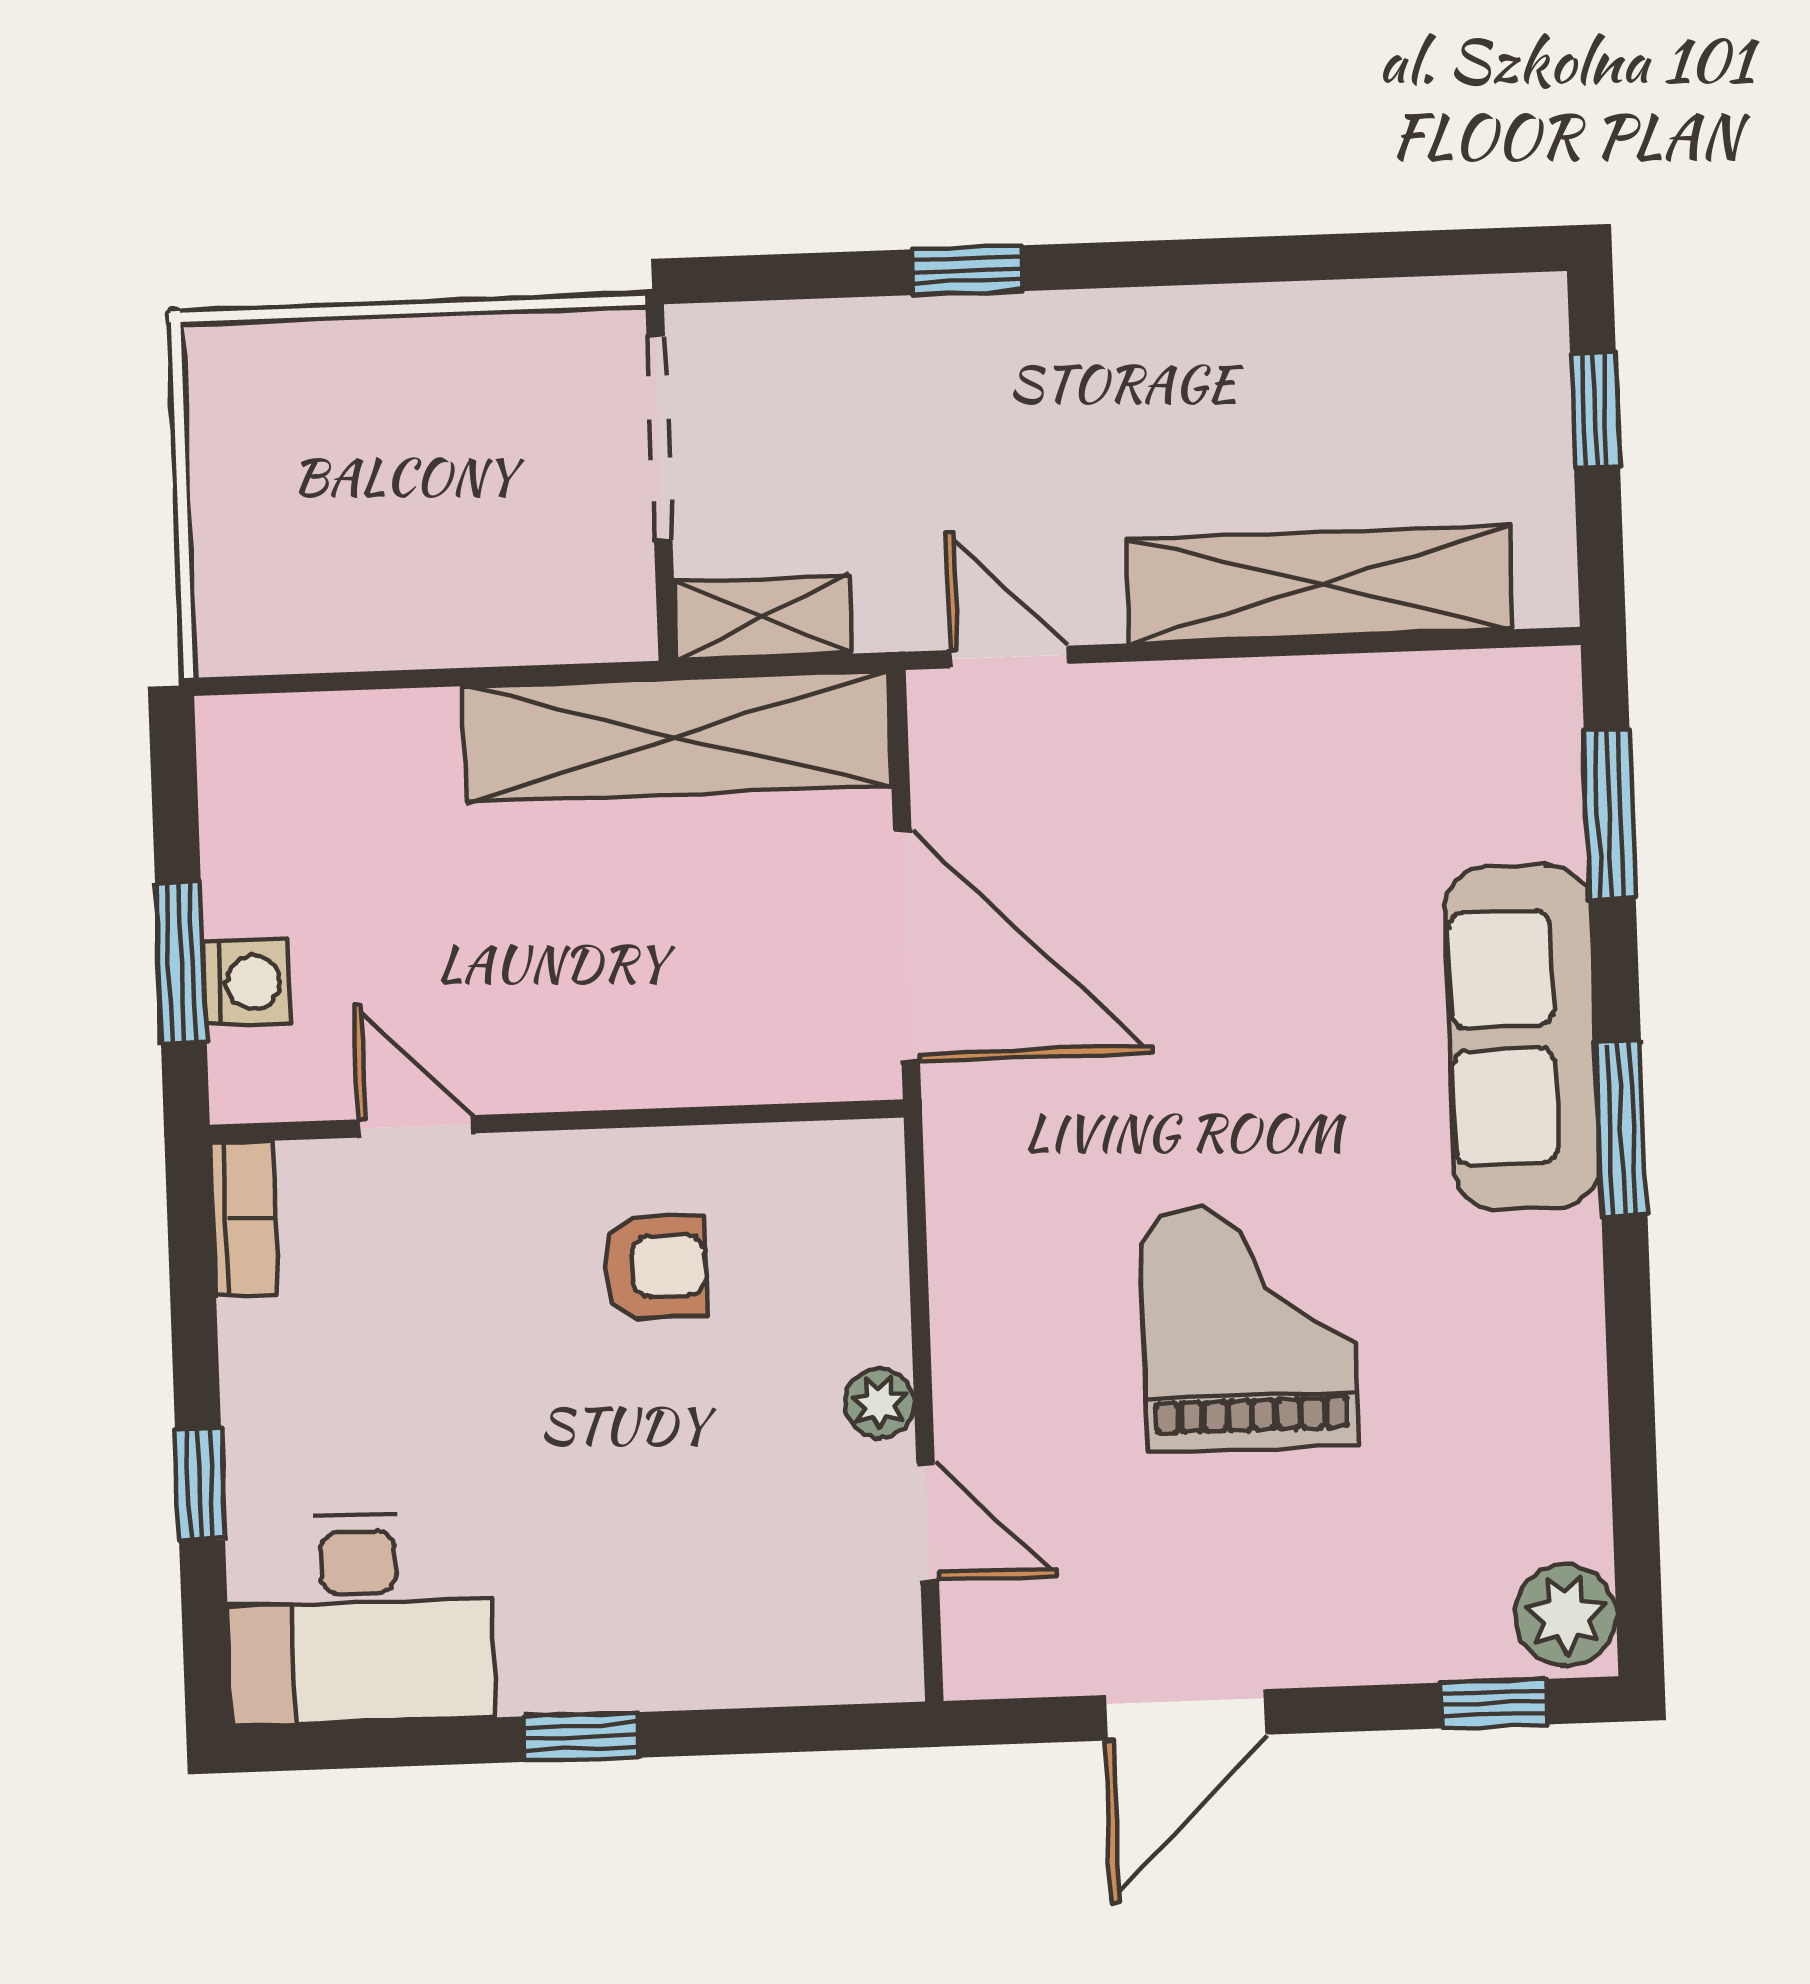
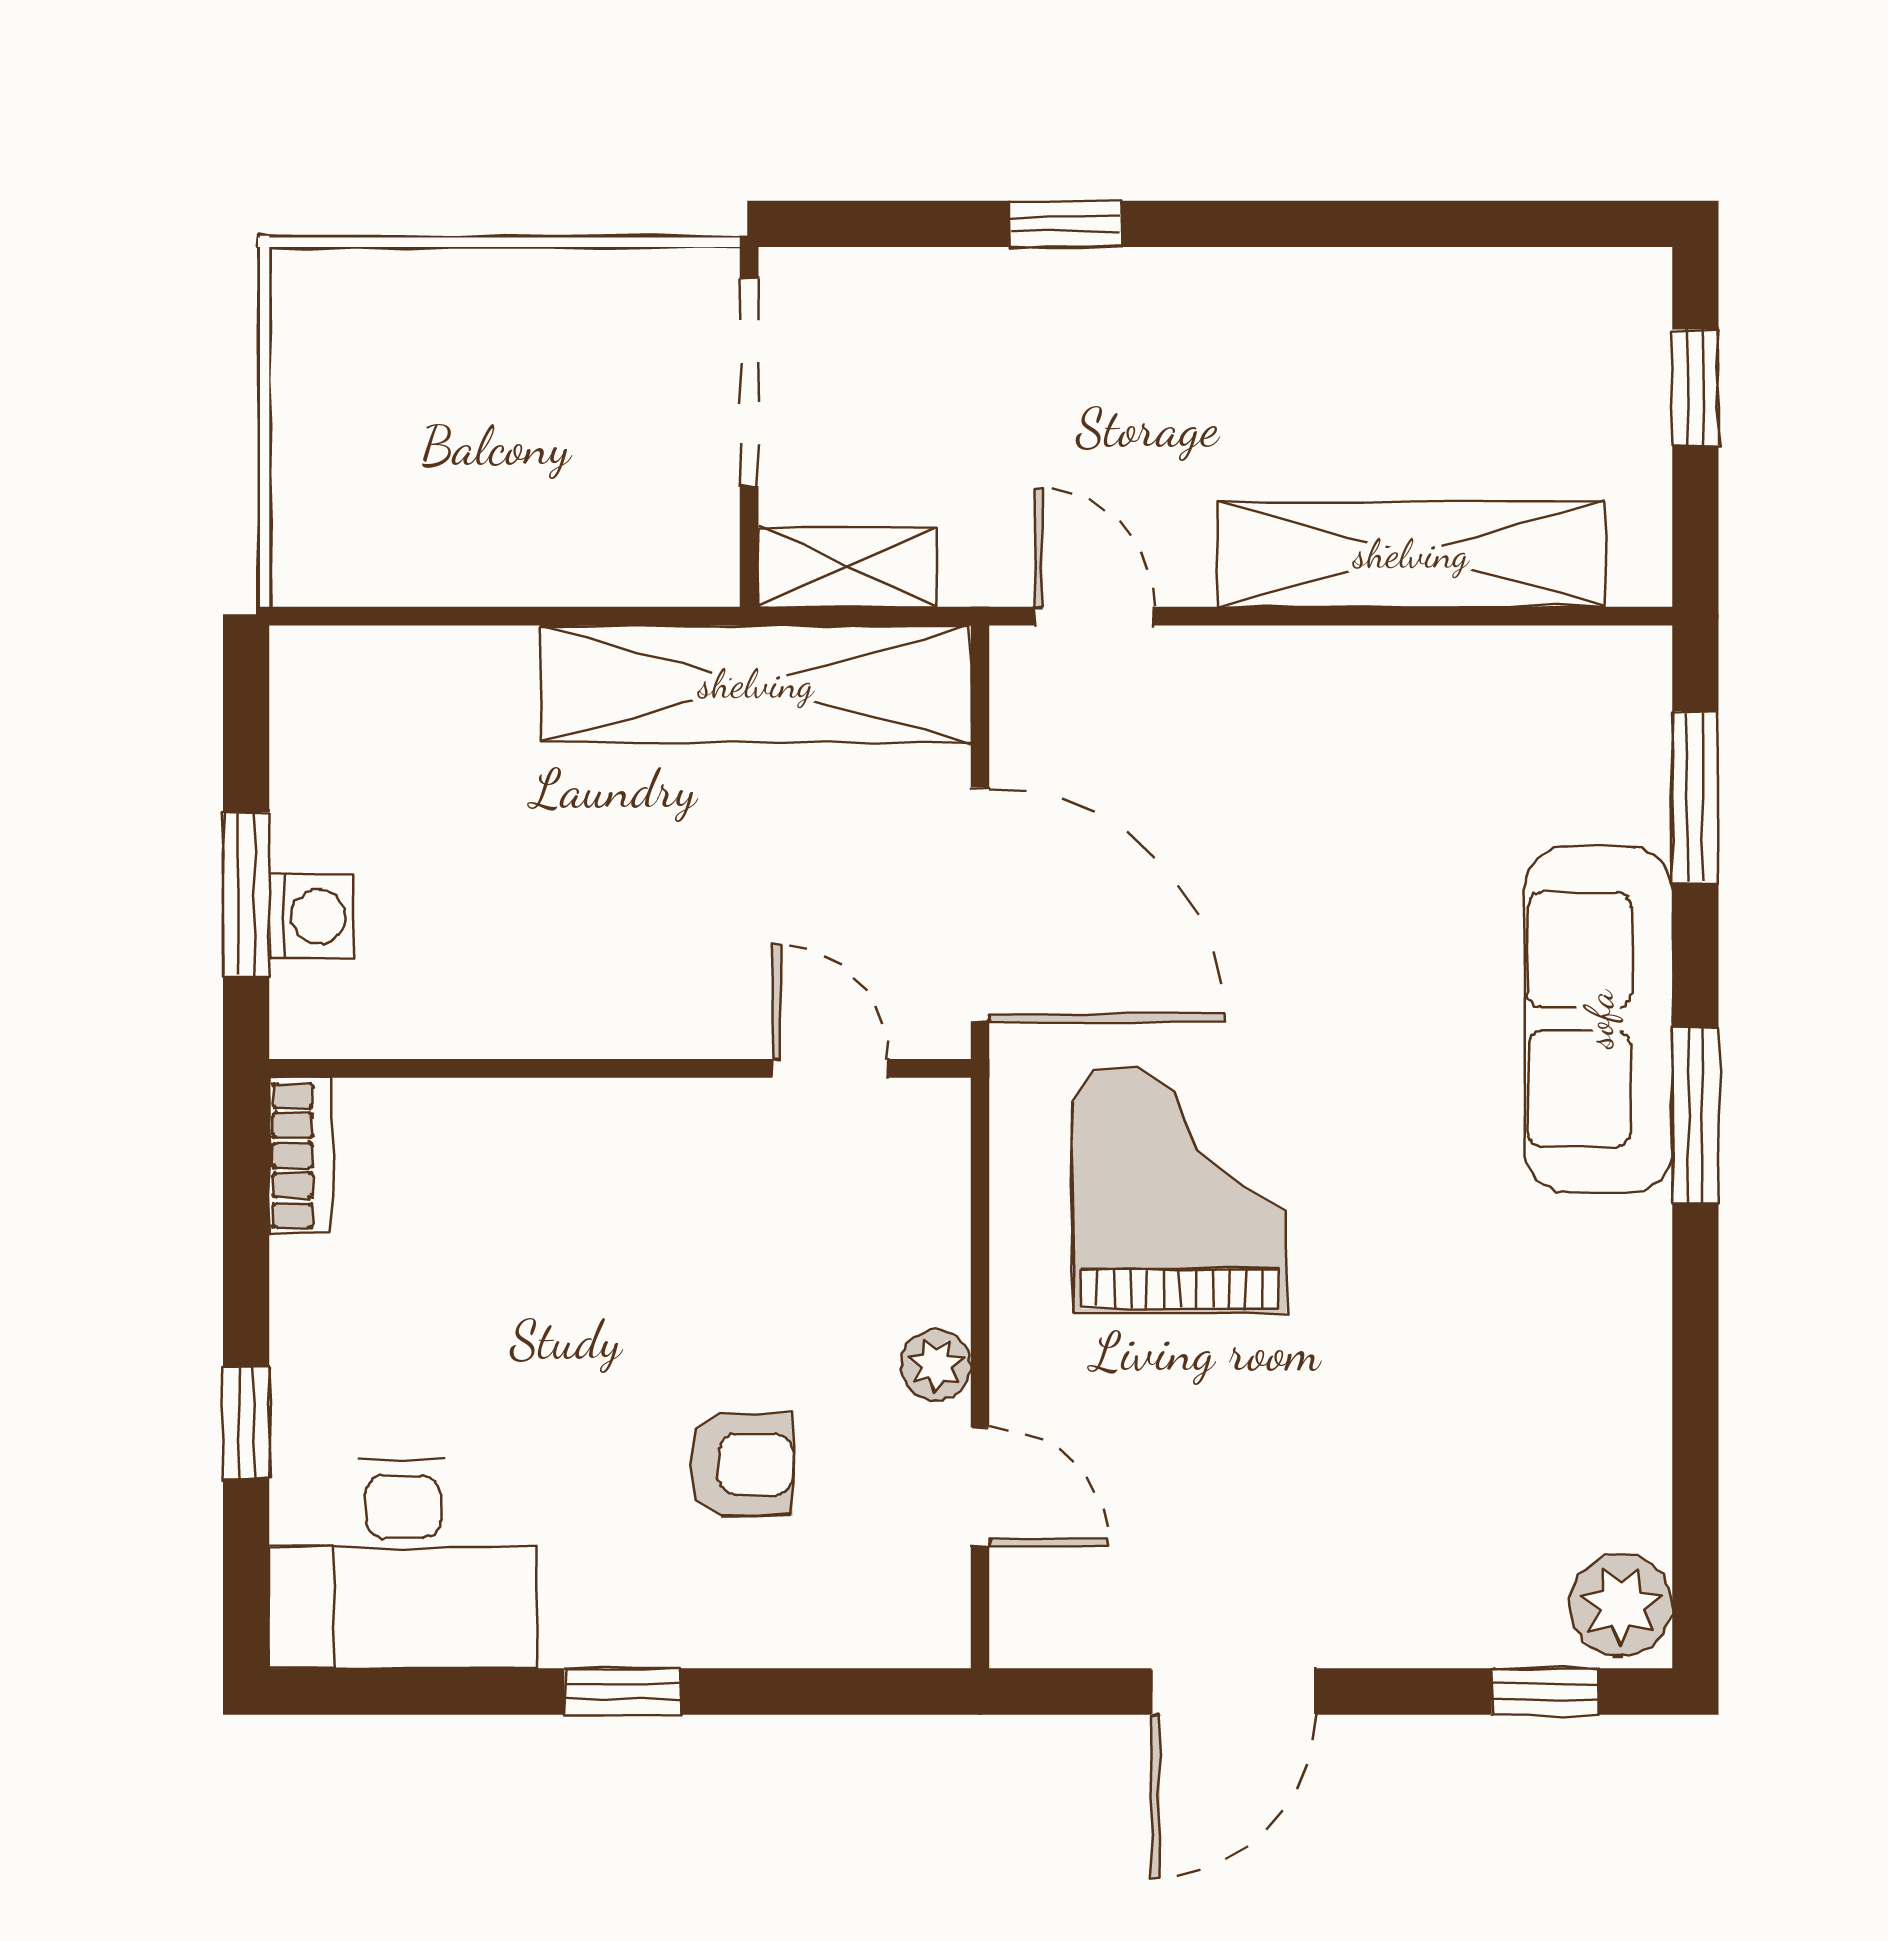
door: (415, 1126) -> (830, 1068), moved
armchair: (655, 1267) -> (741, 1465), moved
grand piano: (1249, 1327) -> (1180, 1190), moved

